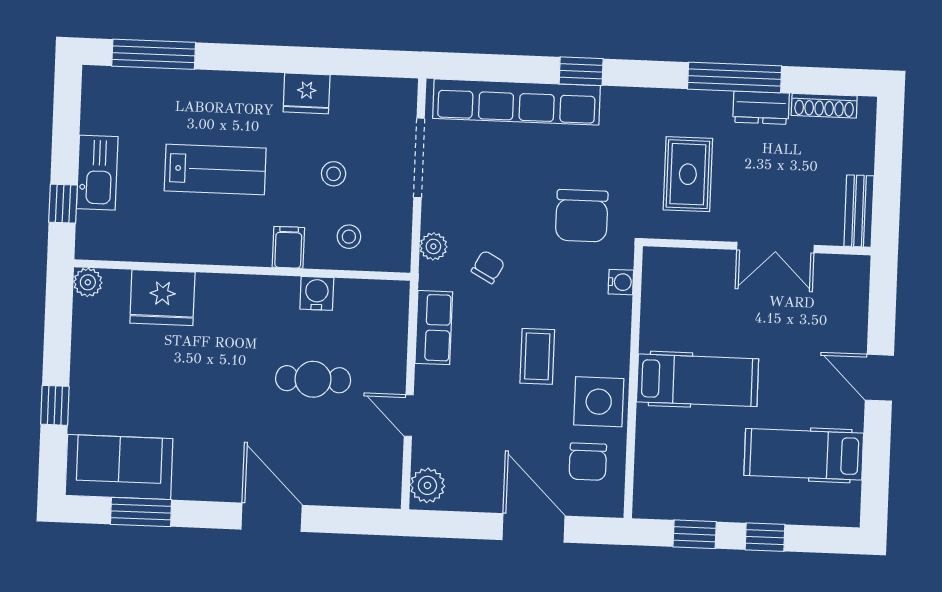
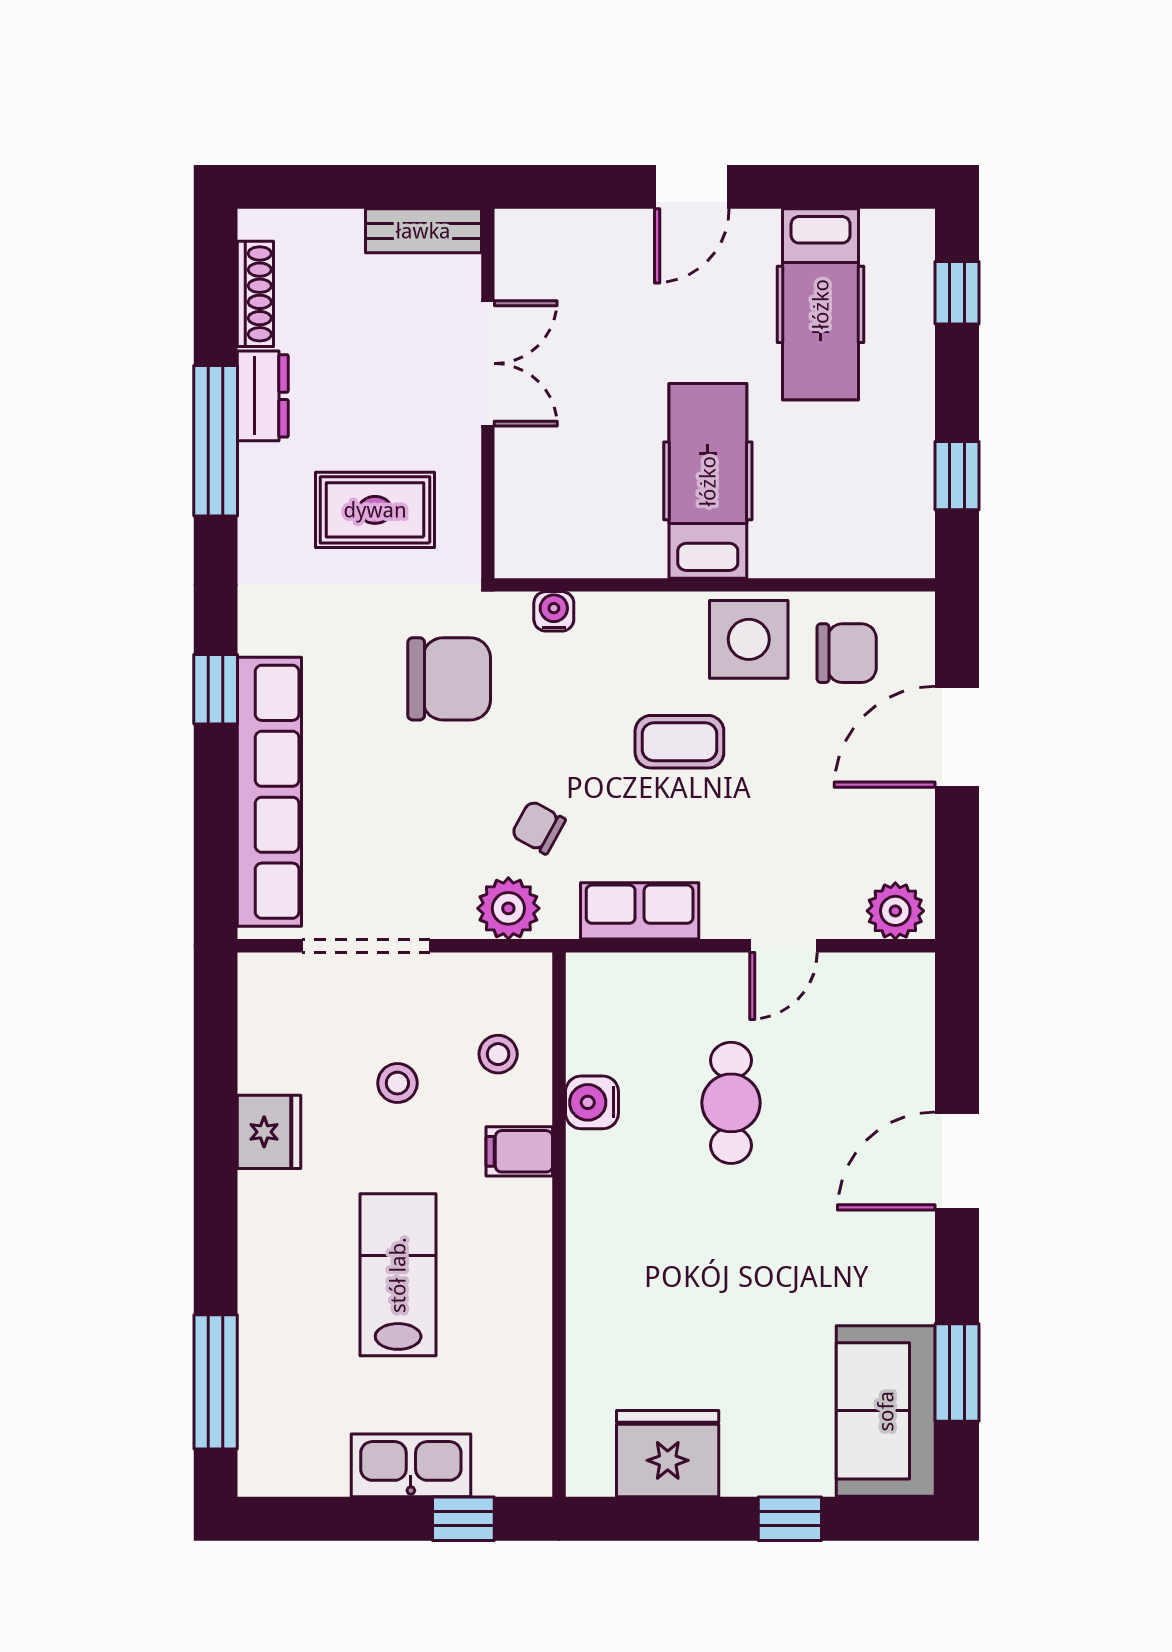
plant: (433, 246) -> (508, 908), width x1.38, depth x1.38
plant: (88, 282) -> (589, 1473), removed
fridge: (162, 298) -> (668, 1454), moved, turned -90
window: (765, 537) -> (957, 293), moved

